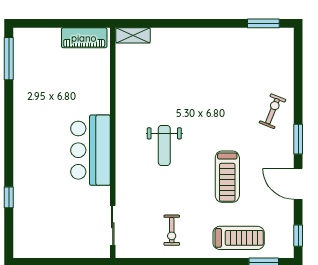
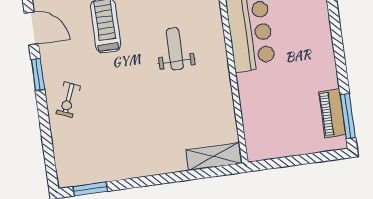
shelving: (133, 35) -> (214, 157), width x1.50, depth x1.33
piano: (84, 38) -> (332, 113), moved, turned -90

